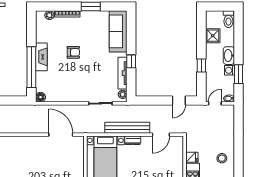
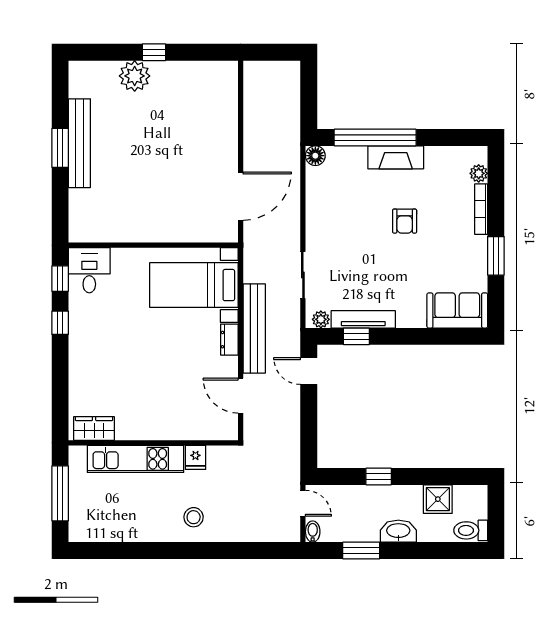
sofa: (118, 31) -> (457, 310), width x0.73
window: (131, 61) -> (356, 336), moved
washing machine: (229, 70) -> (369, 532), removed
door: (179, 100) -> (309, 371), moved

